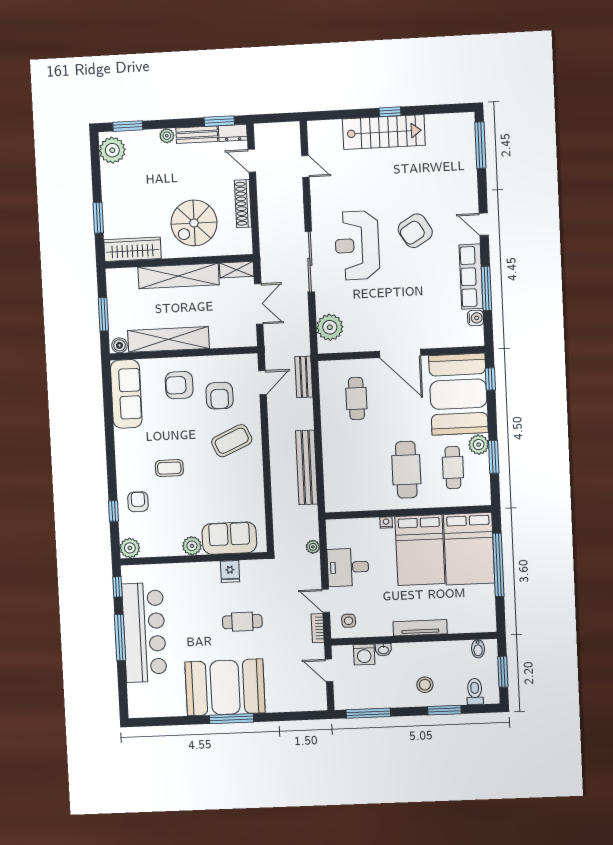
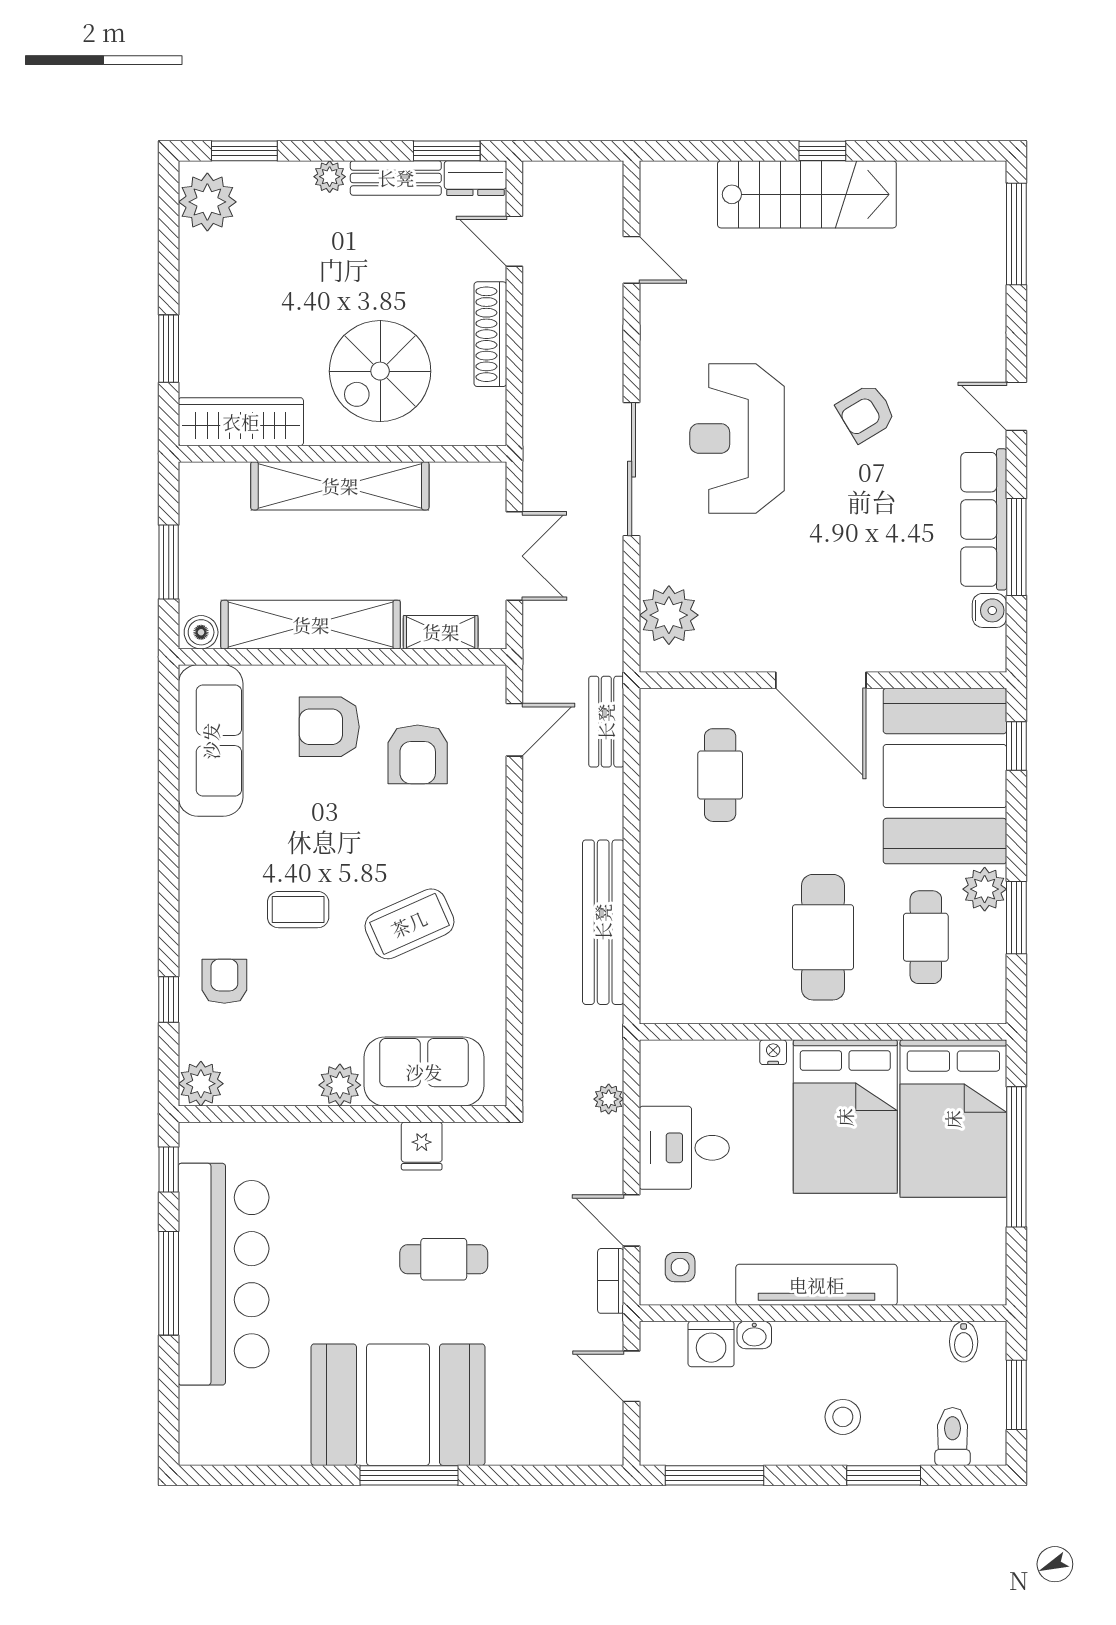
armchair: (415, 231) -> (866, 413), width x0.72, depth x0.72
shelving: (237, 270) -> (441, 632), moved
coffee table: (232, 441) -> (409, 924), moved
tv unit: (420, 628) -> (817, 1285), width x1.36, depth x1.29

